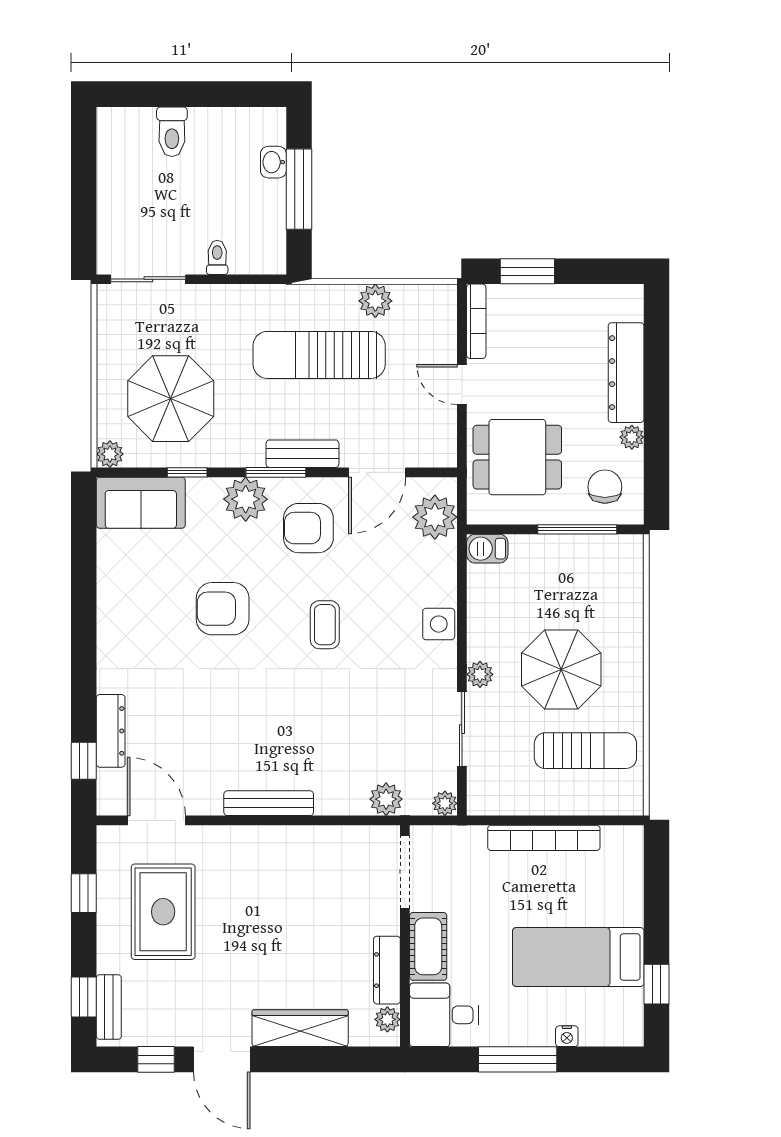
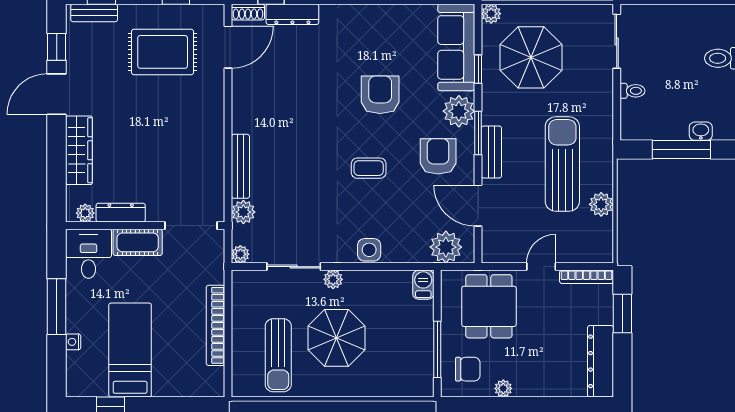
dresser: (626, 373) -> (600, 361), moved, turned -90
sofa: (141, 503) -> (456, 47), width x1.36
shoe rack: (108, 793) -> (248, 12), added
bench: (269, 803) -> (240, 166), moved

